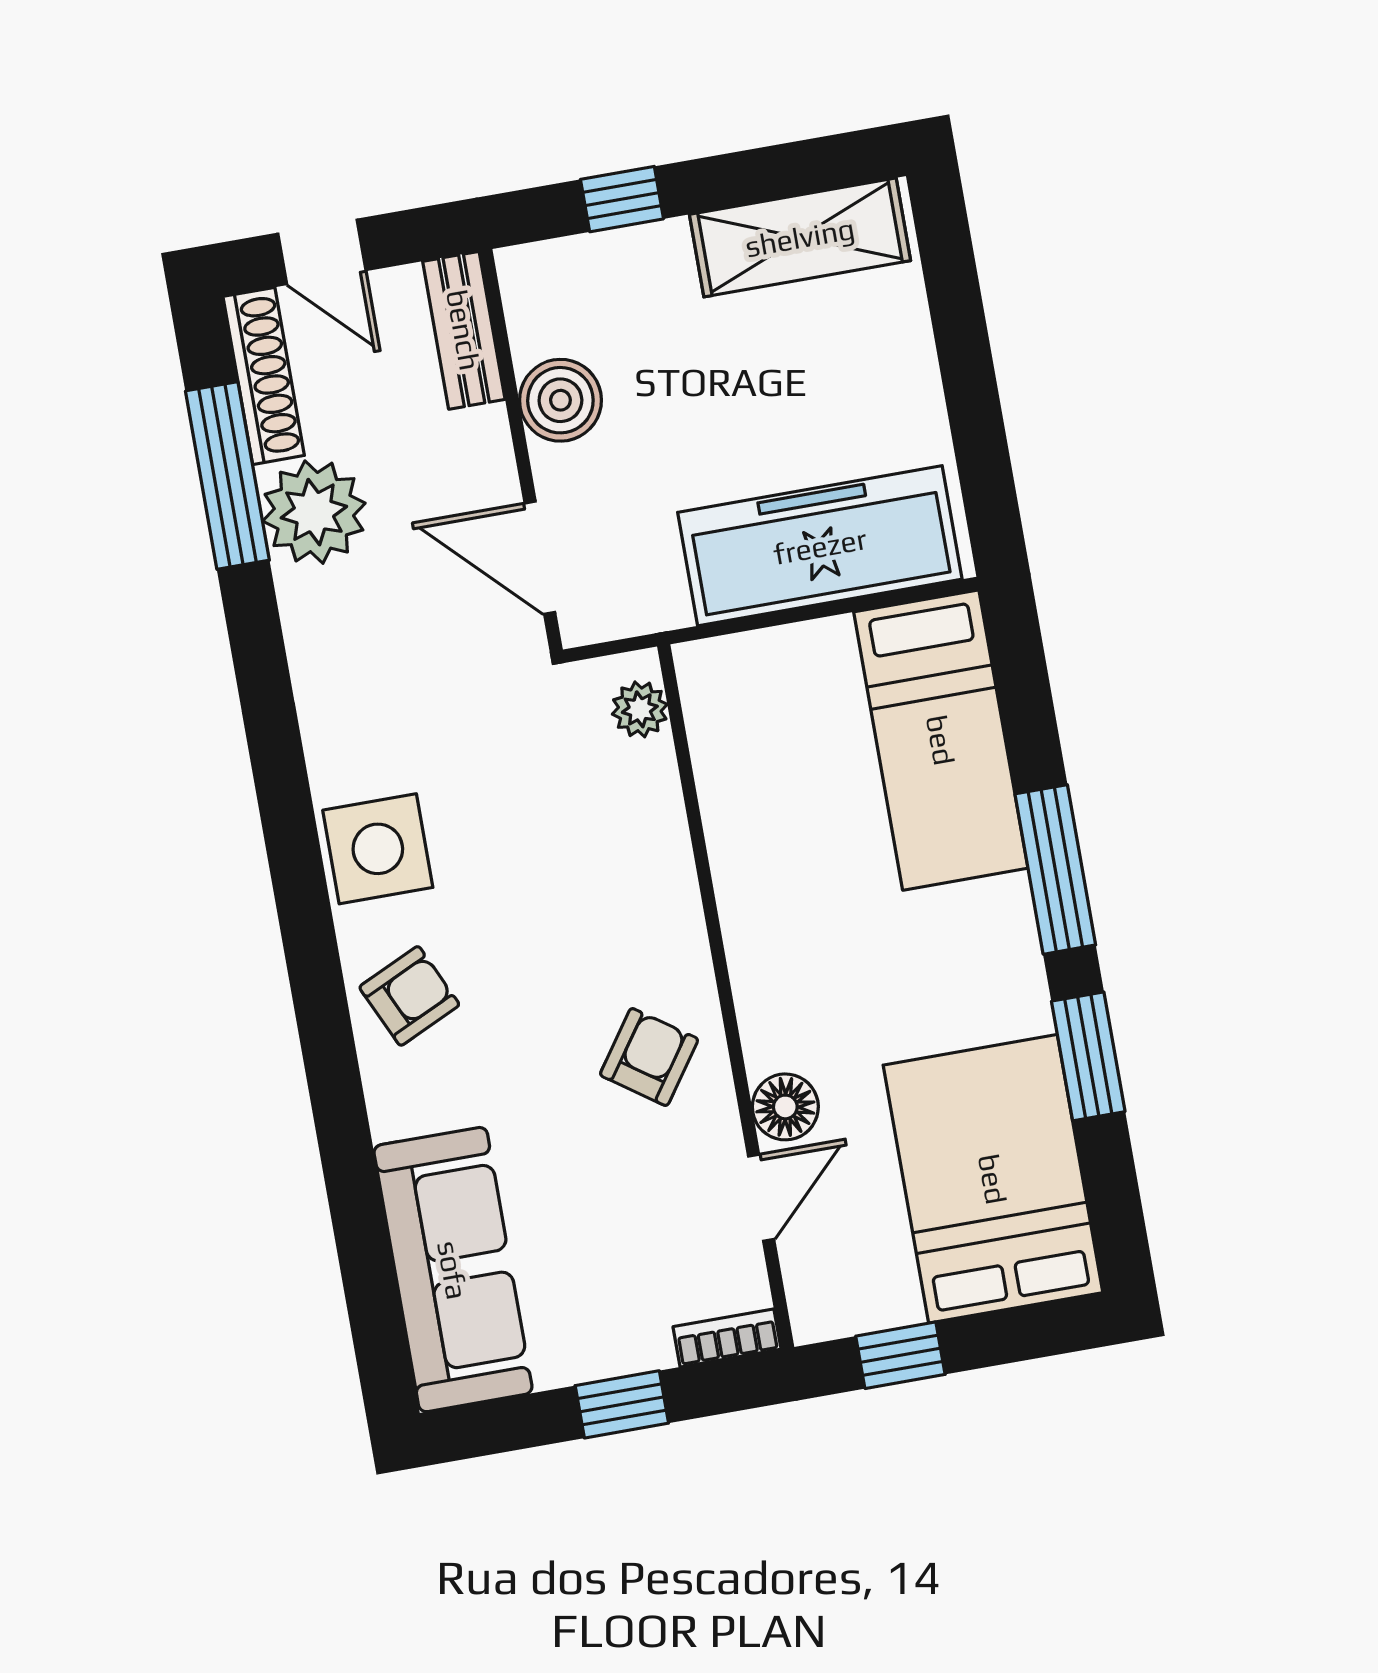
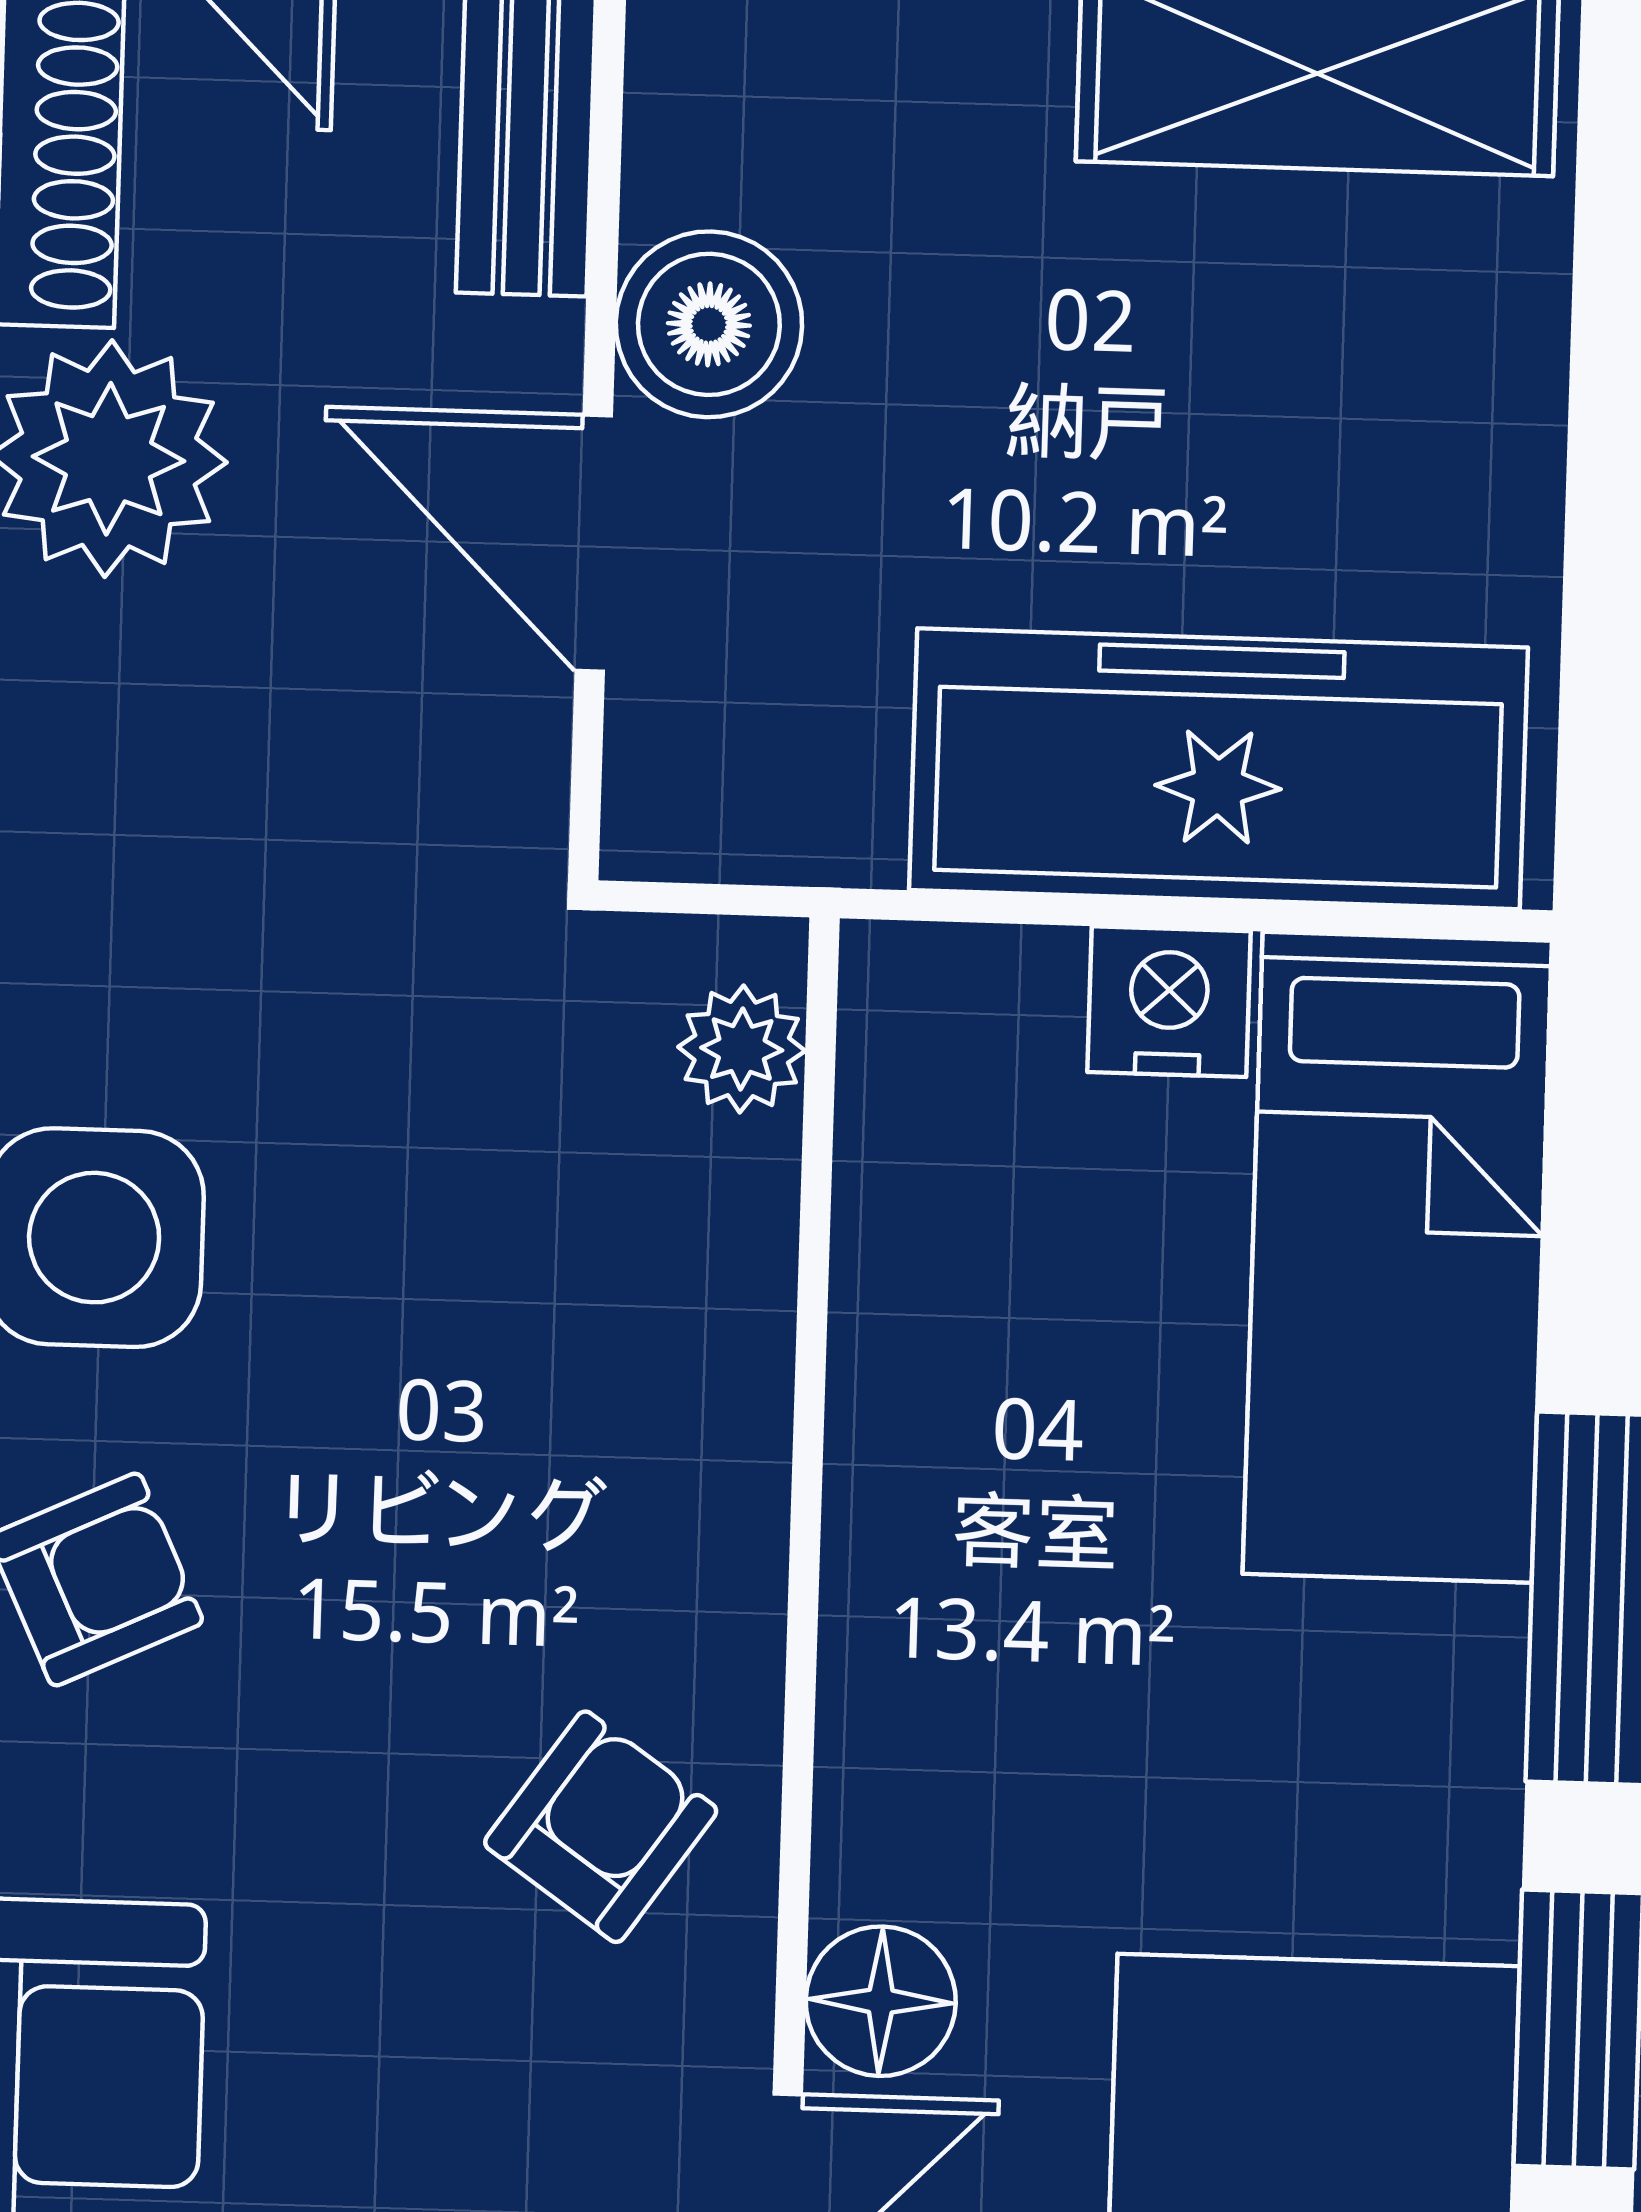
door: (540, 558) -> (594, 543), moved
nightstand: (820, 651) -> (1169, 1002), added

